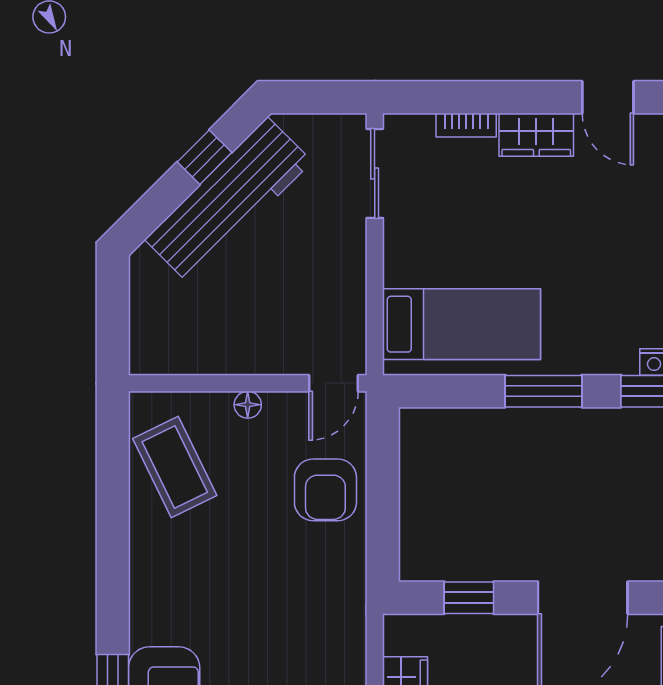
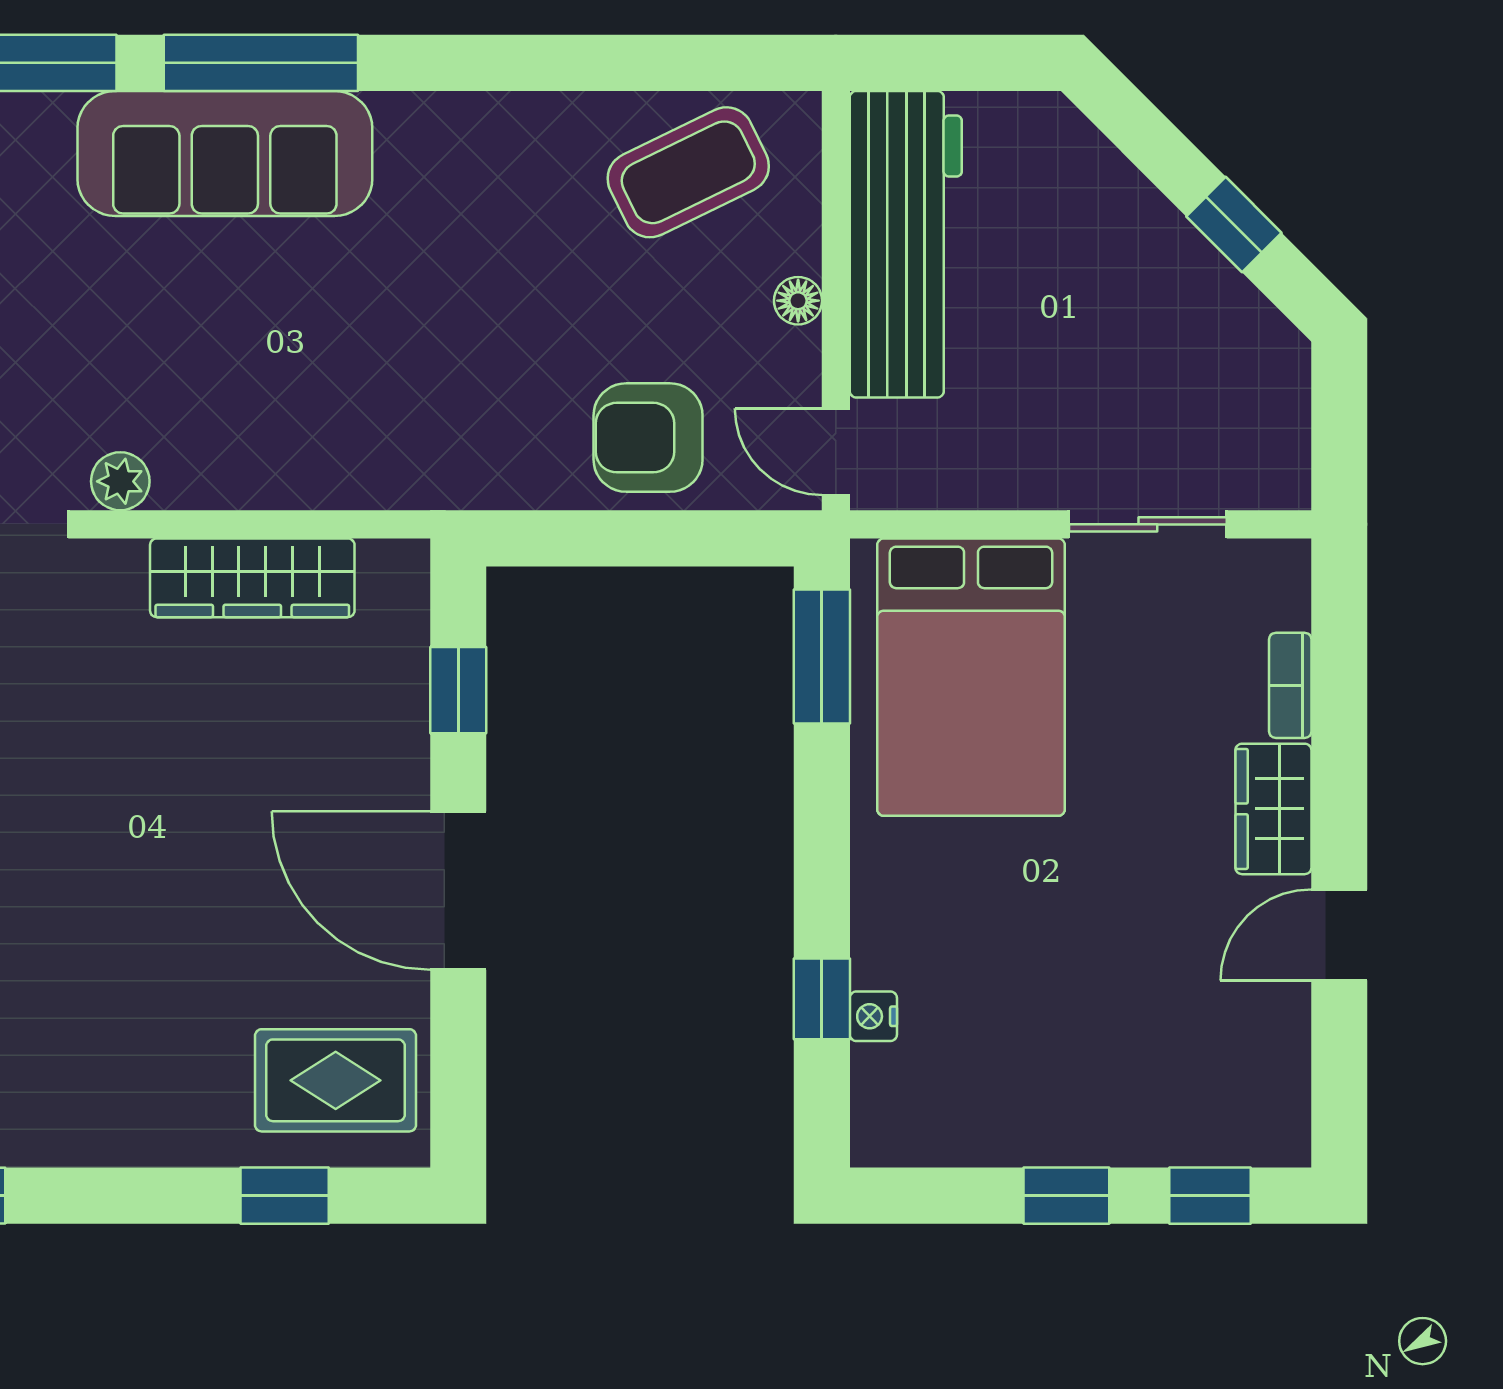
sliding door: (375, 173) -> (1148, 524), moved
workbench: (228, 201) -> (906, 244), moved, turned -135
bed: (461, 324) -> (971, 677), width x1.50
window: (543, 391) -> (822, 656), moved

